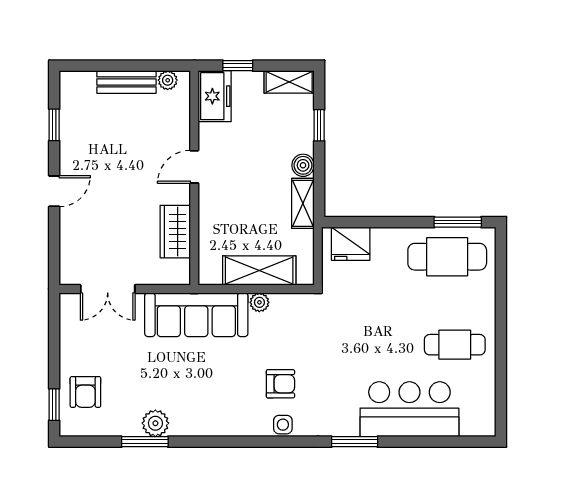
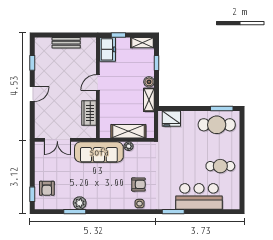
plant: (168, 80) -> (85, 42), removed

